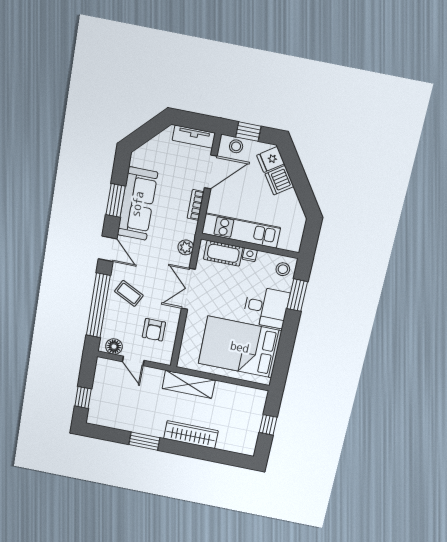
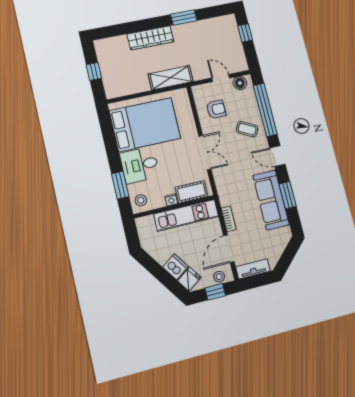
plant: (186, 247) -> (221, 183), removed
armchair: (154, 330) -> (216, 109), turned 90

